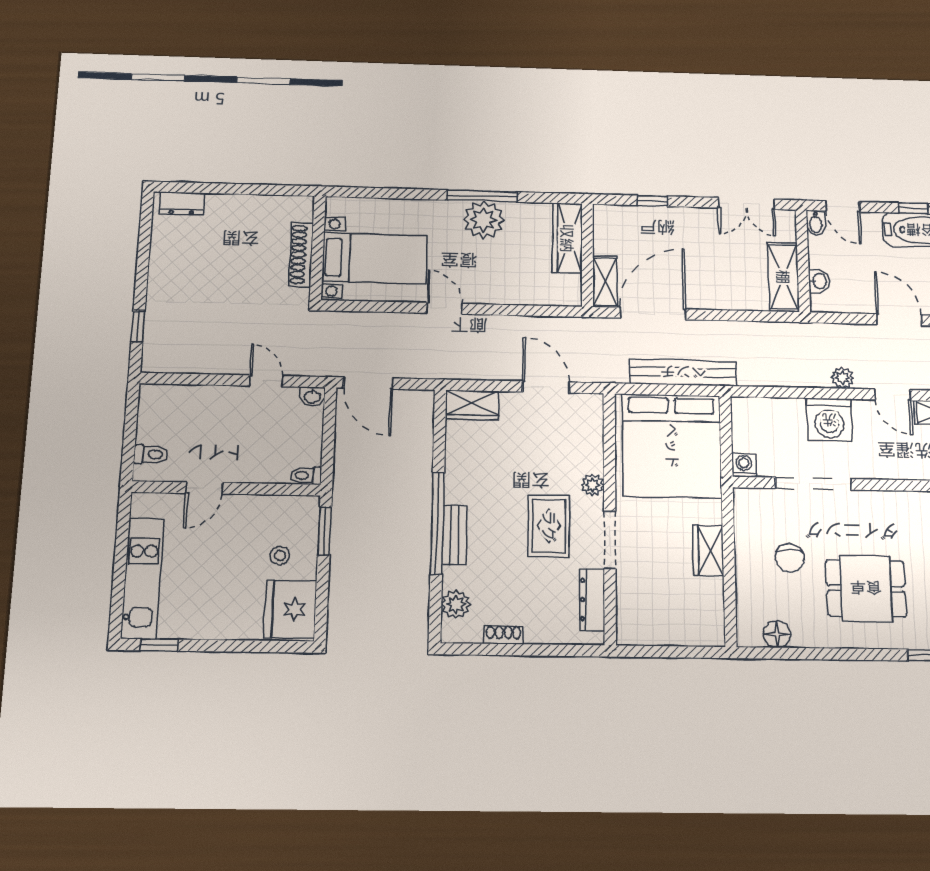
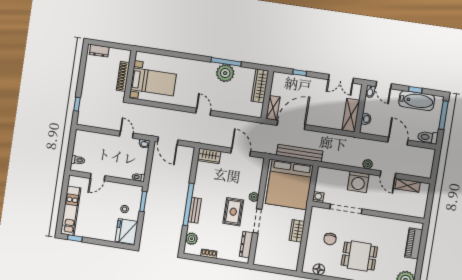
wall: (318, 248) -> (130, 74), moved
shoe rack: (301, 255) -> (123, 76), moved
bed with nightstands: (375, 258) -> (153, 82), moved

